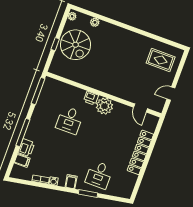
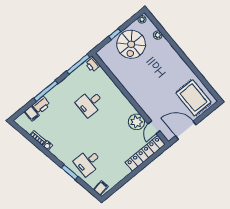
rug: (161, 60) -> (194, 98), width x1.36, depth x1.43
door: (171, 94) -> (186, 130), width x1.87
printer: (91, 98) -> (93, 65), moved
plant: (104, 106) -> (136, 122), moved
locker: (140, 152) -> (145, 153), moved
filing cabinet: (71, 182) -> (101, 188), moved

